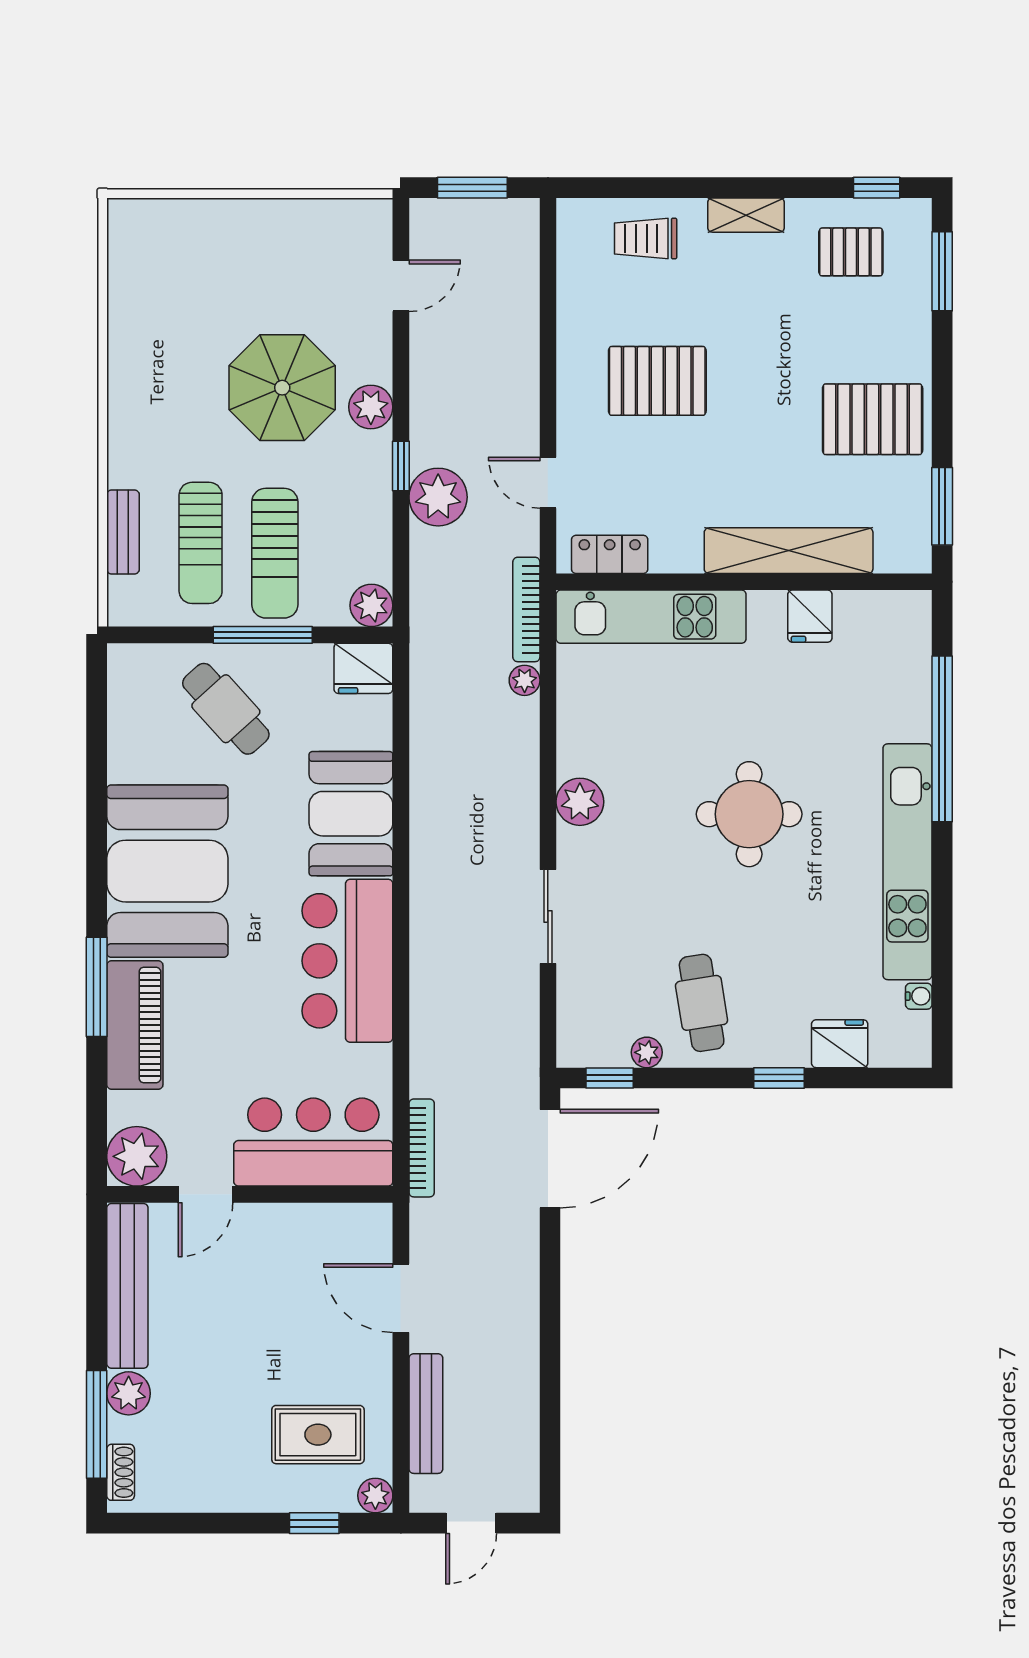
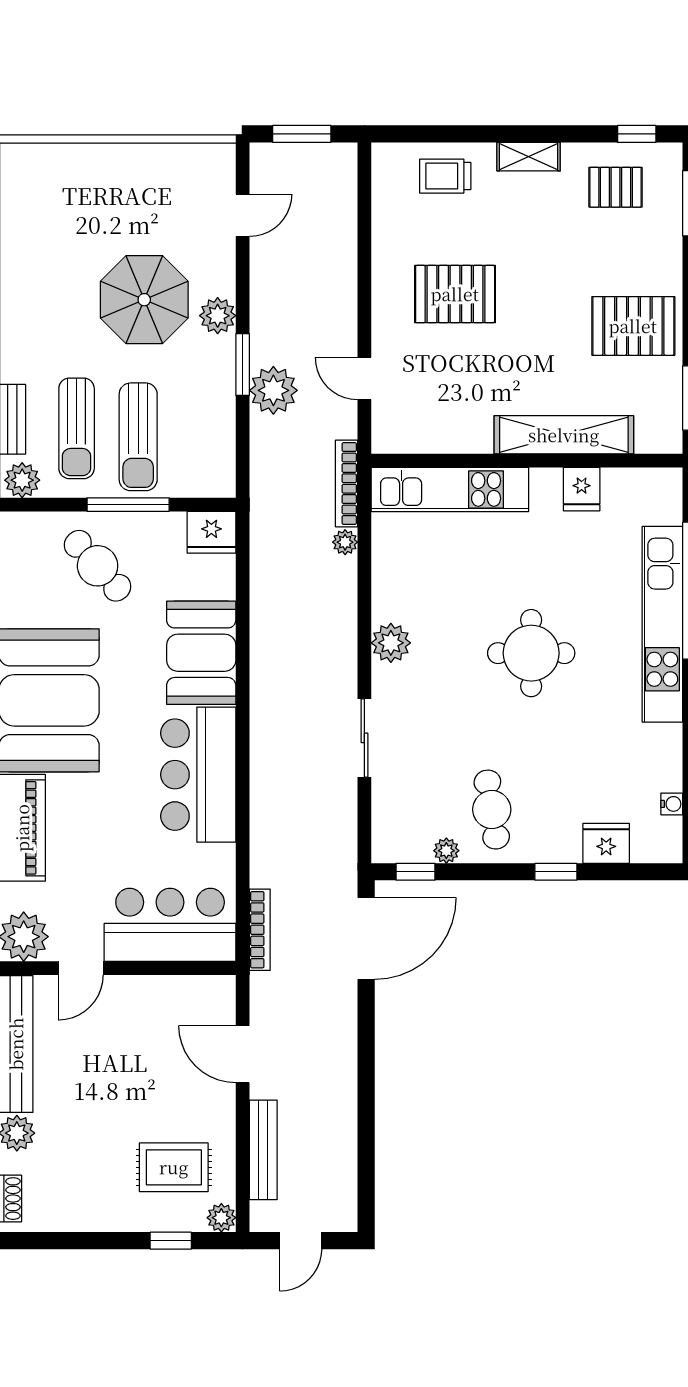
window: (401, 466) -> (243, 365), width x1.50
locker: (610, 554) -> (416, 438), removed
plant: (371, 605) -> (22, 480), moved
kitchen unit: (907, 862) -> (662, 624), moved

